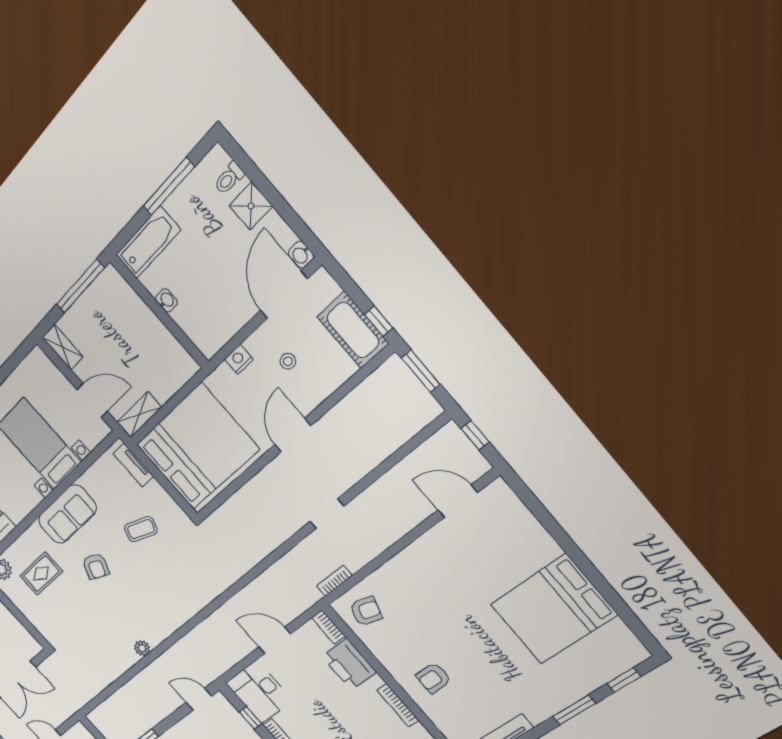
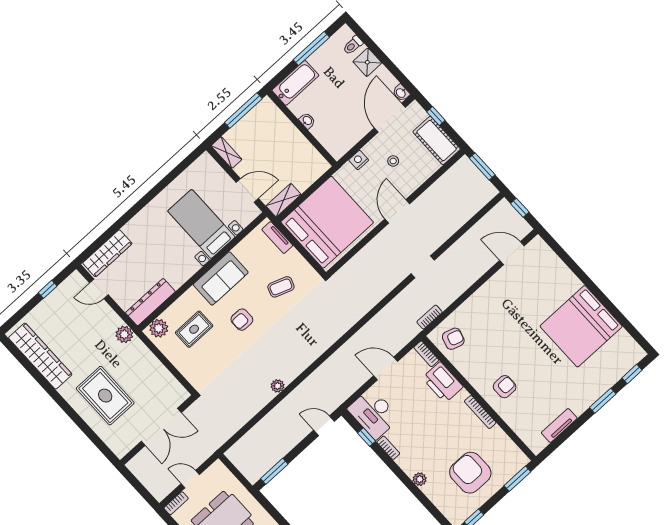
window: (379, 321) -> (436, 116), moved
armchair: (96, 566) -> (242, 320), turned 67
armchair: (434, 678) -> (505, 387), turned 180

